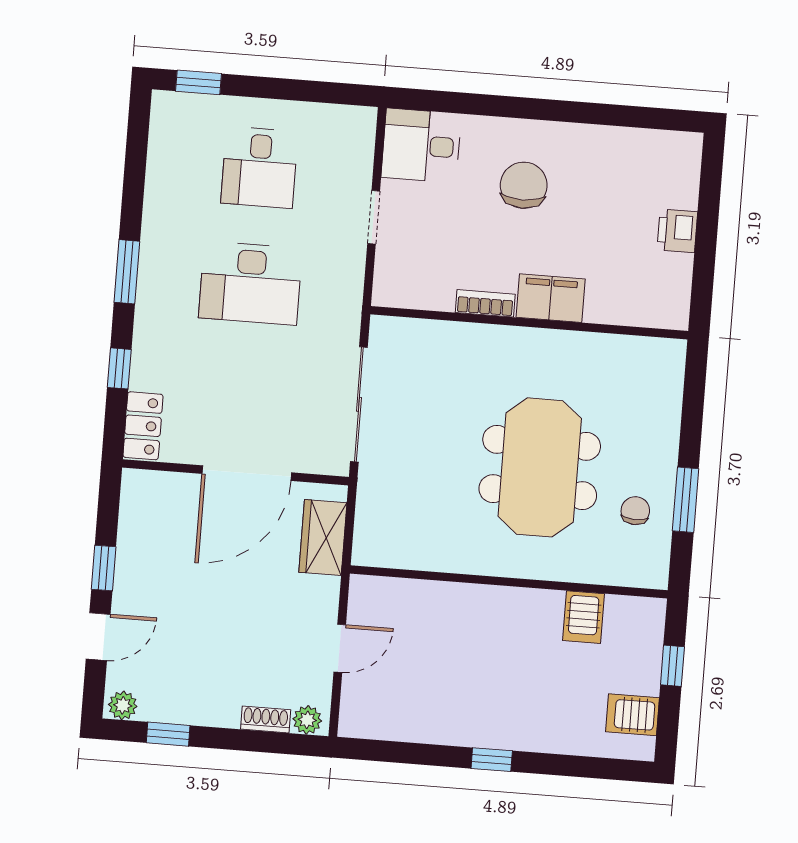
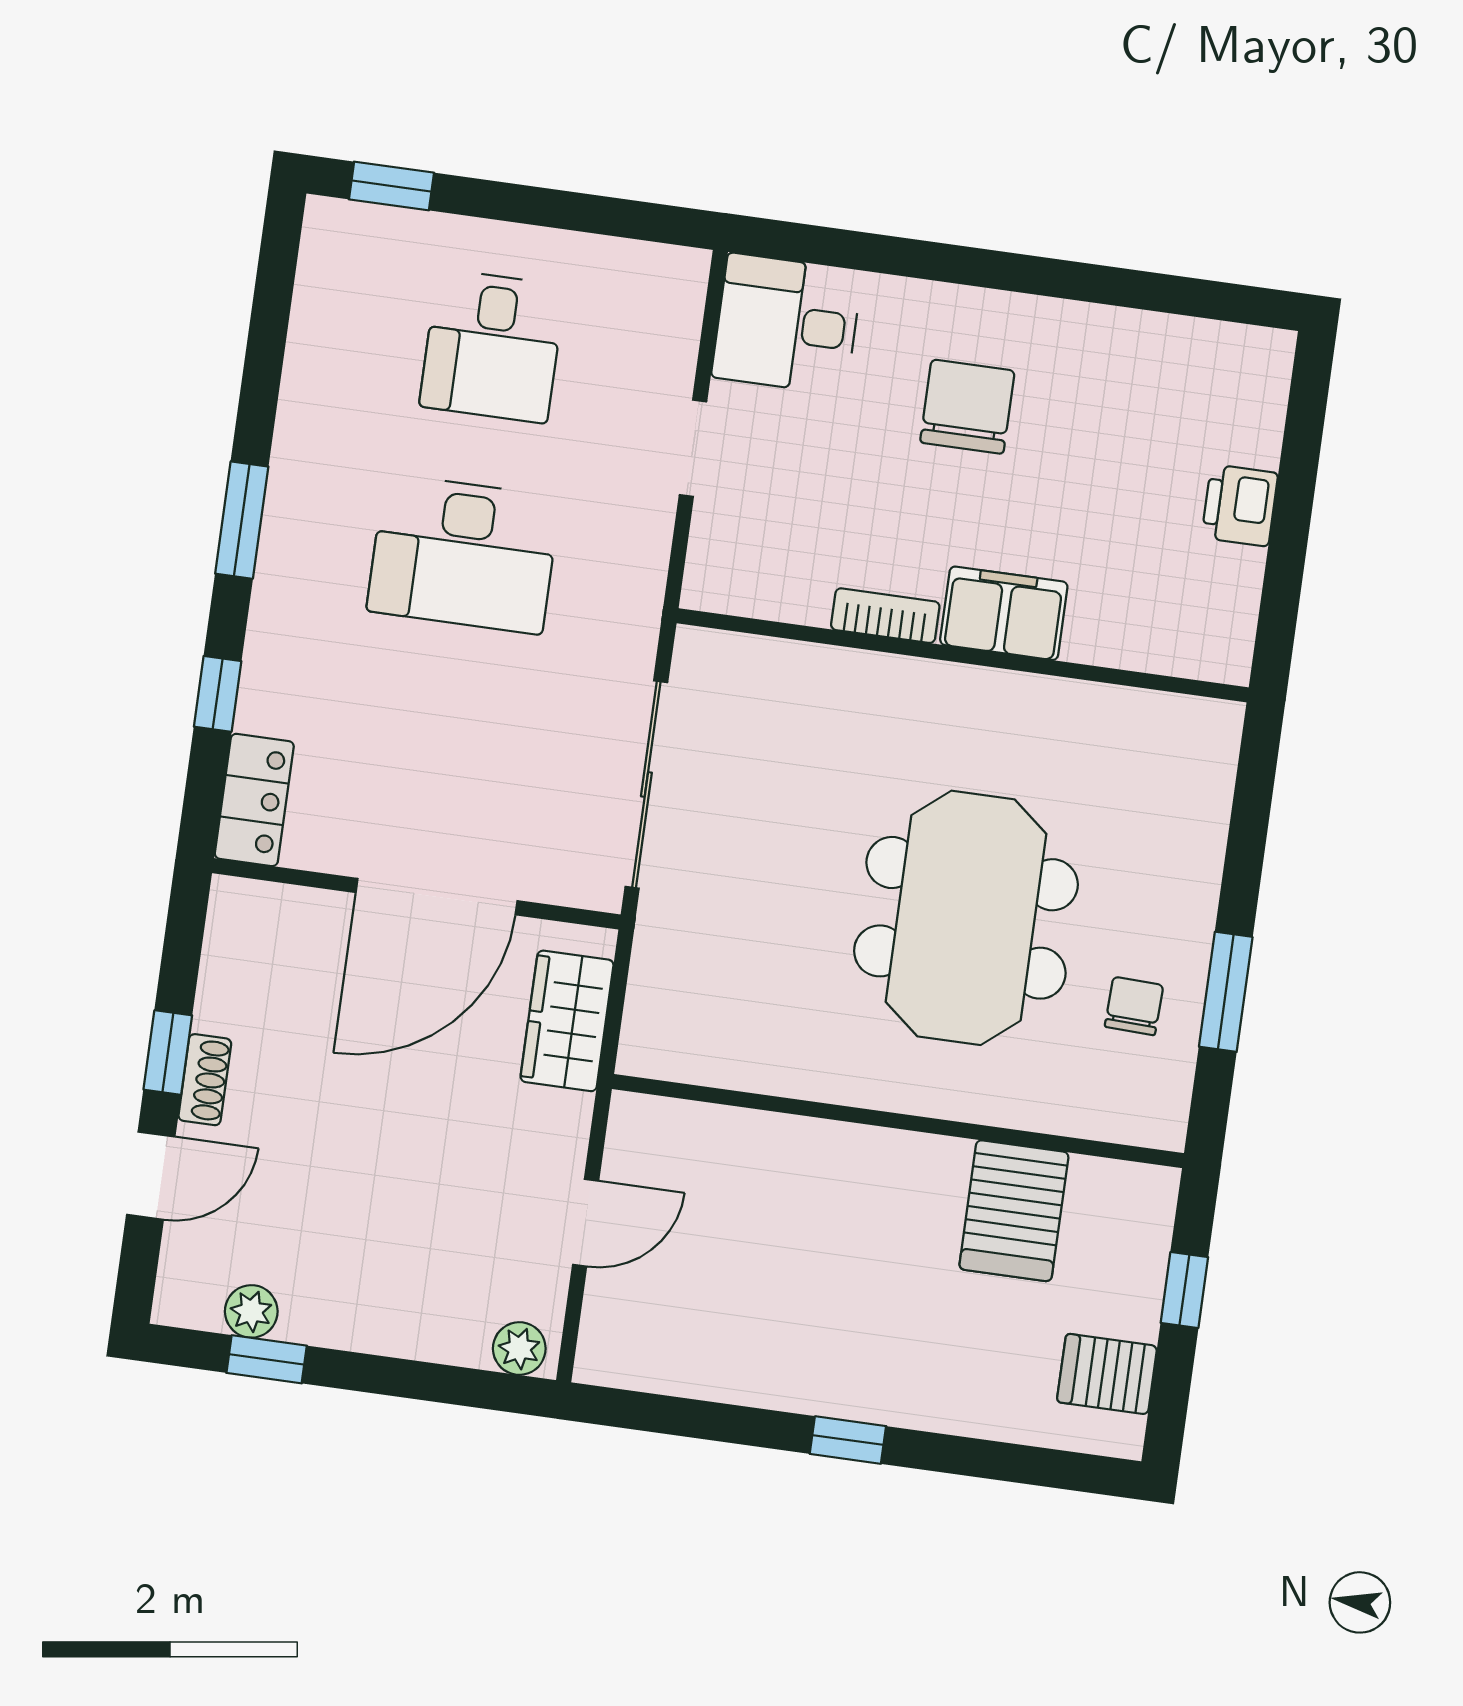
server rack: (583, 617) -> (1014, 1211), width x1.36, depth x1.44
plant: (123, 705) -> (251, 1311), moved
shoe rack: (266, 719) -> (205, 1080), moved, turned 90

